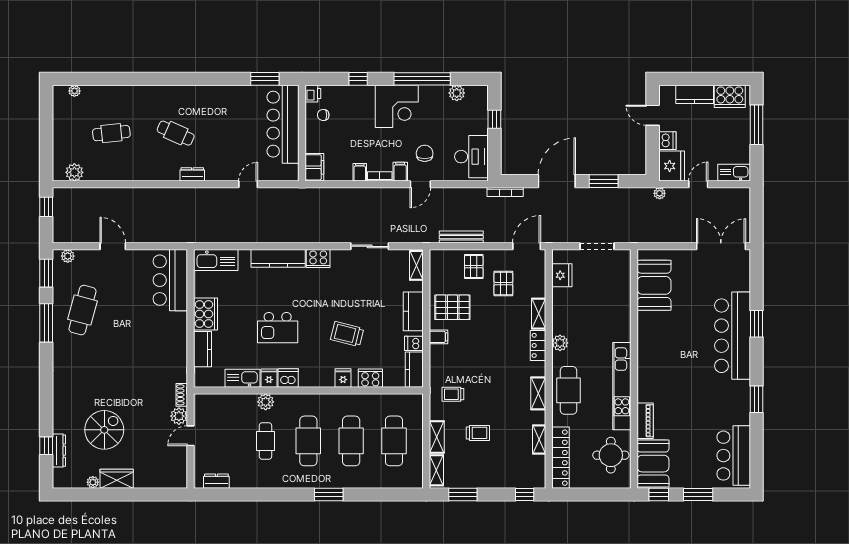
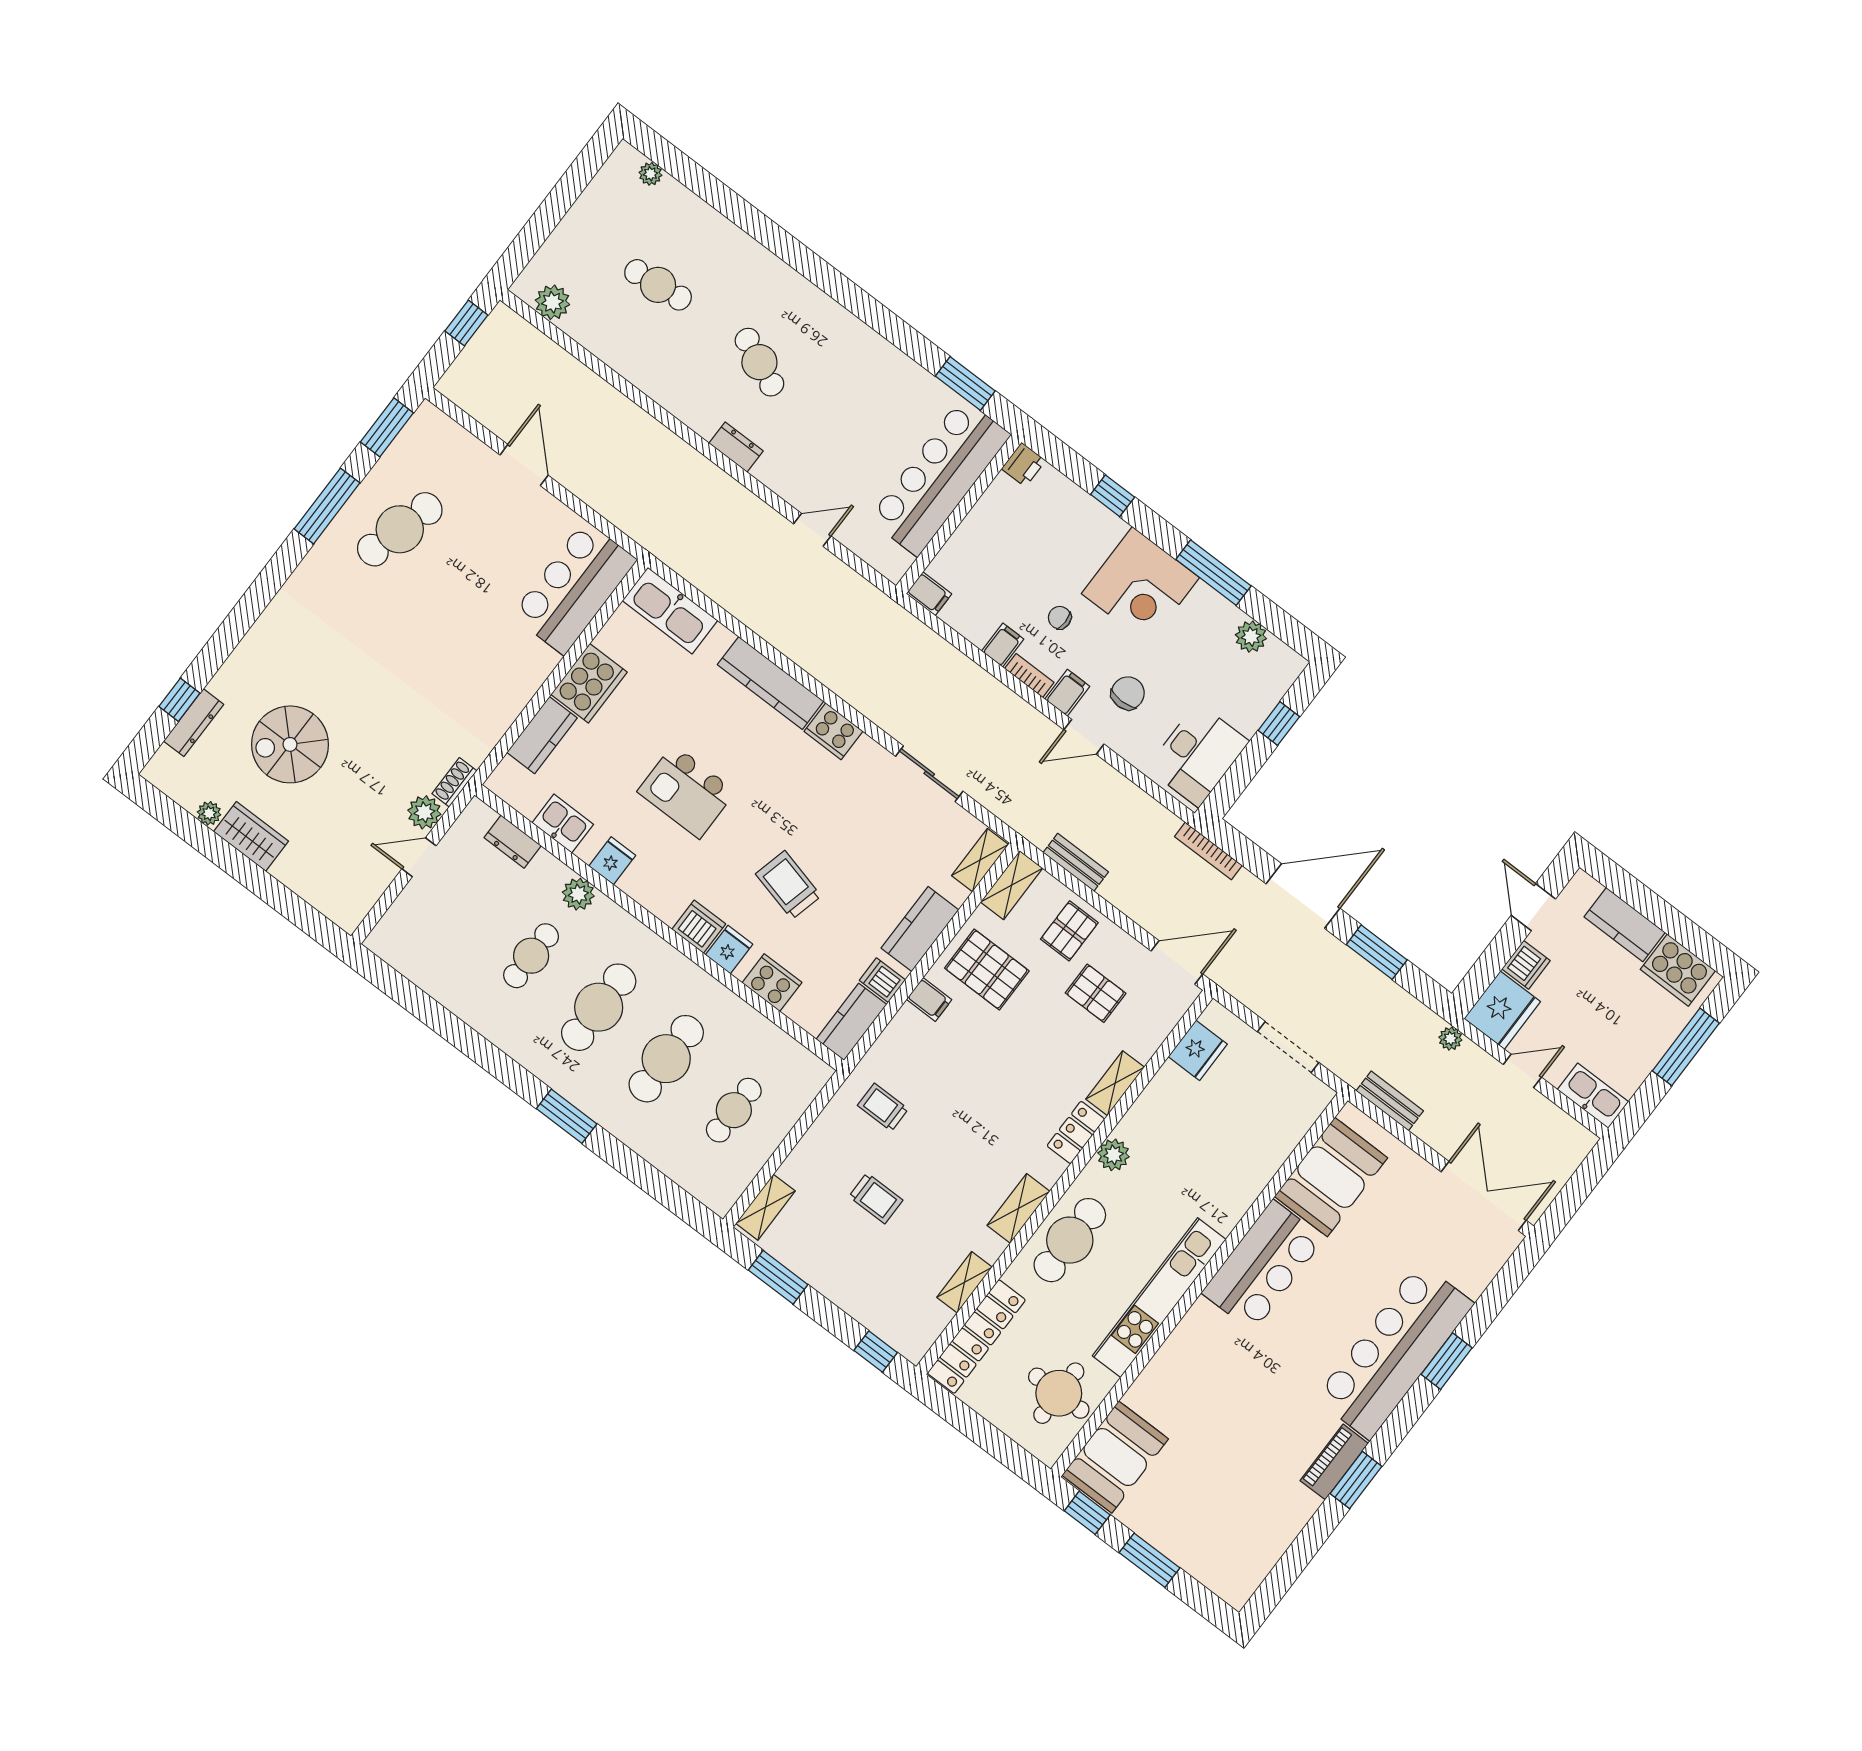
window: (422, 79) -> (1213, 573), width x0.68
chair: (323, 115) -> (1060, 618), moved
filing cabinet: (314, 167) -> (929, 594), width x0.50
bench: (461, 237) -> (1076, 862), width x0.73
bench: (654, 237) -> (1390, 1101), added
plant: (68, 256) -> (441, 426), removed
pallet: (503, 284) -> (1096, 993), turned 90
kitchen sink: (243, 378) -> (563, 824), width x0.73
dishwasher: (288, 378) -> (699, 927), moved
piano: (645, 421) -> (1334, 1462), moved, turned 180
spiral stairs: (104, 430) -> (290, 744), turned 180
shelving: (437, 437) -> (1012, 885), moved
cafe table: (394, 441) -> (734, 1110), width x0.73, depth x0.74
bar counter: (734, 456) -> (1263, 1266), moved, turned 180
dresser: (216, 481) -> (513, 842), moved, turned 180

